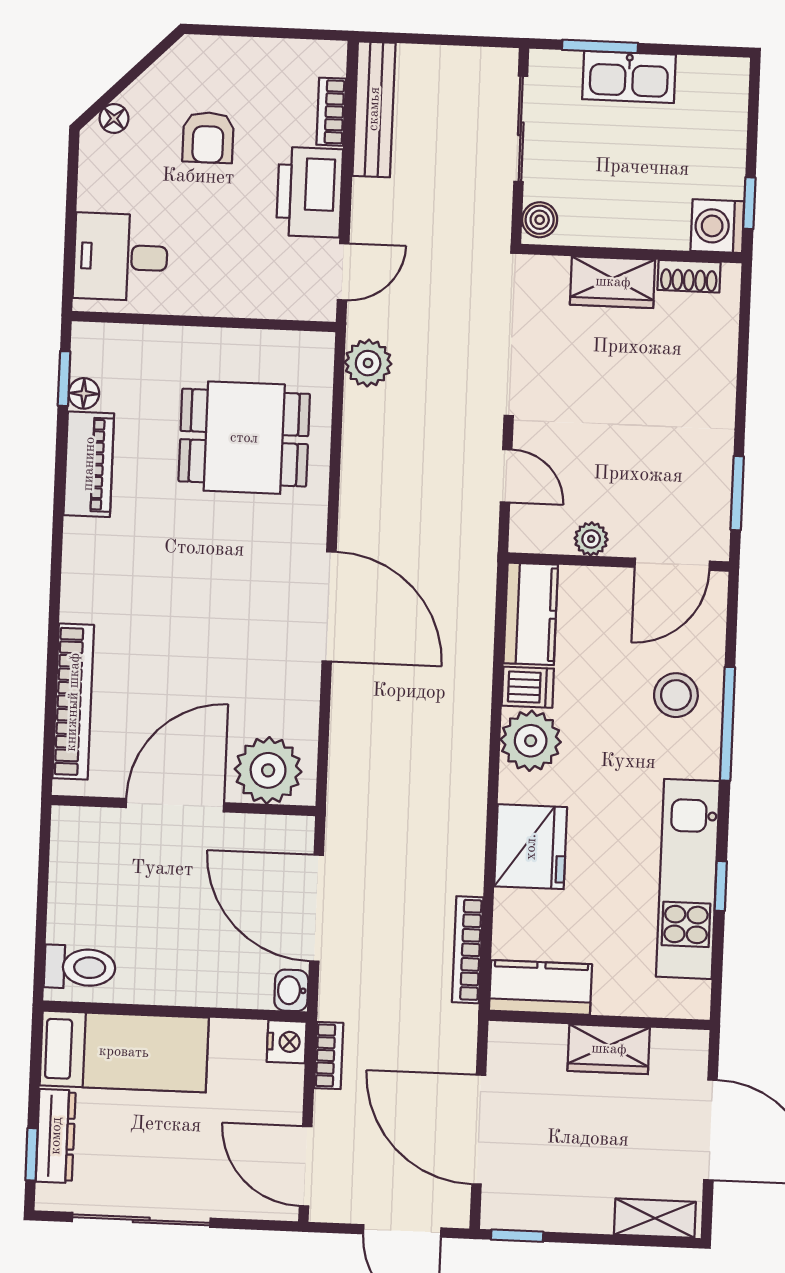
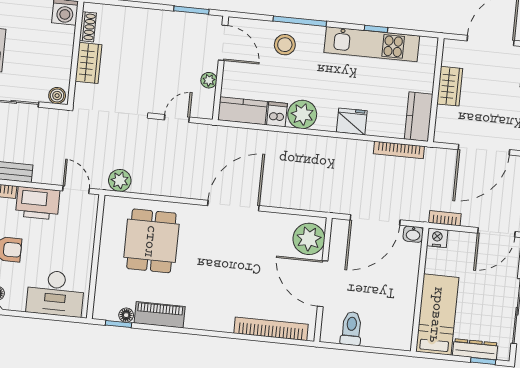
desk: (121, 257) -> (55, 293), width x1.37
fridge: (531, 847) -> (352, 121), width x0.73, depth x0.75
toilet: (80, 967) -> (351, 328), moved

